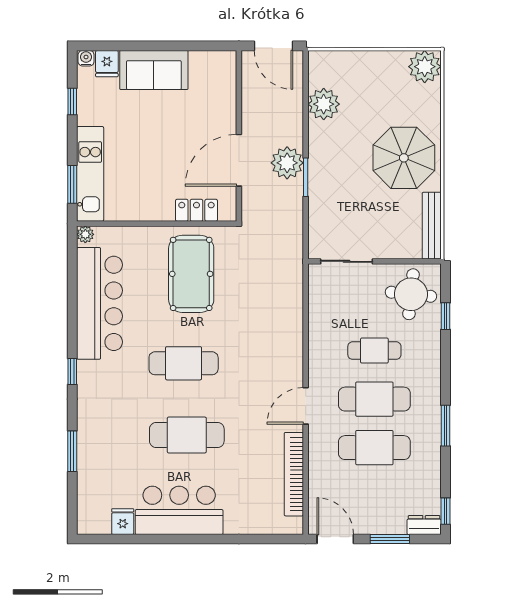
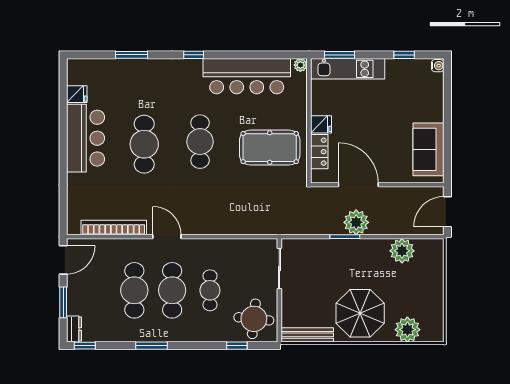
fridge: (107, 64) -> (321, 124), moved, turned 180
plant: (425, 67) -> (407, 330), moved
sofa: (154, 70) -> (429, 149), moved

